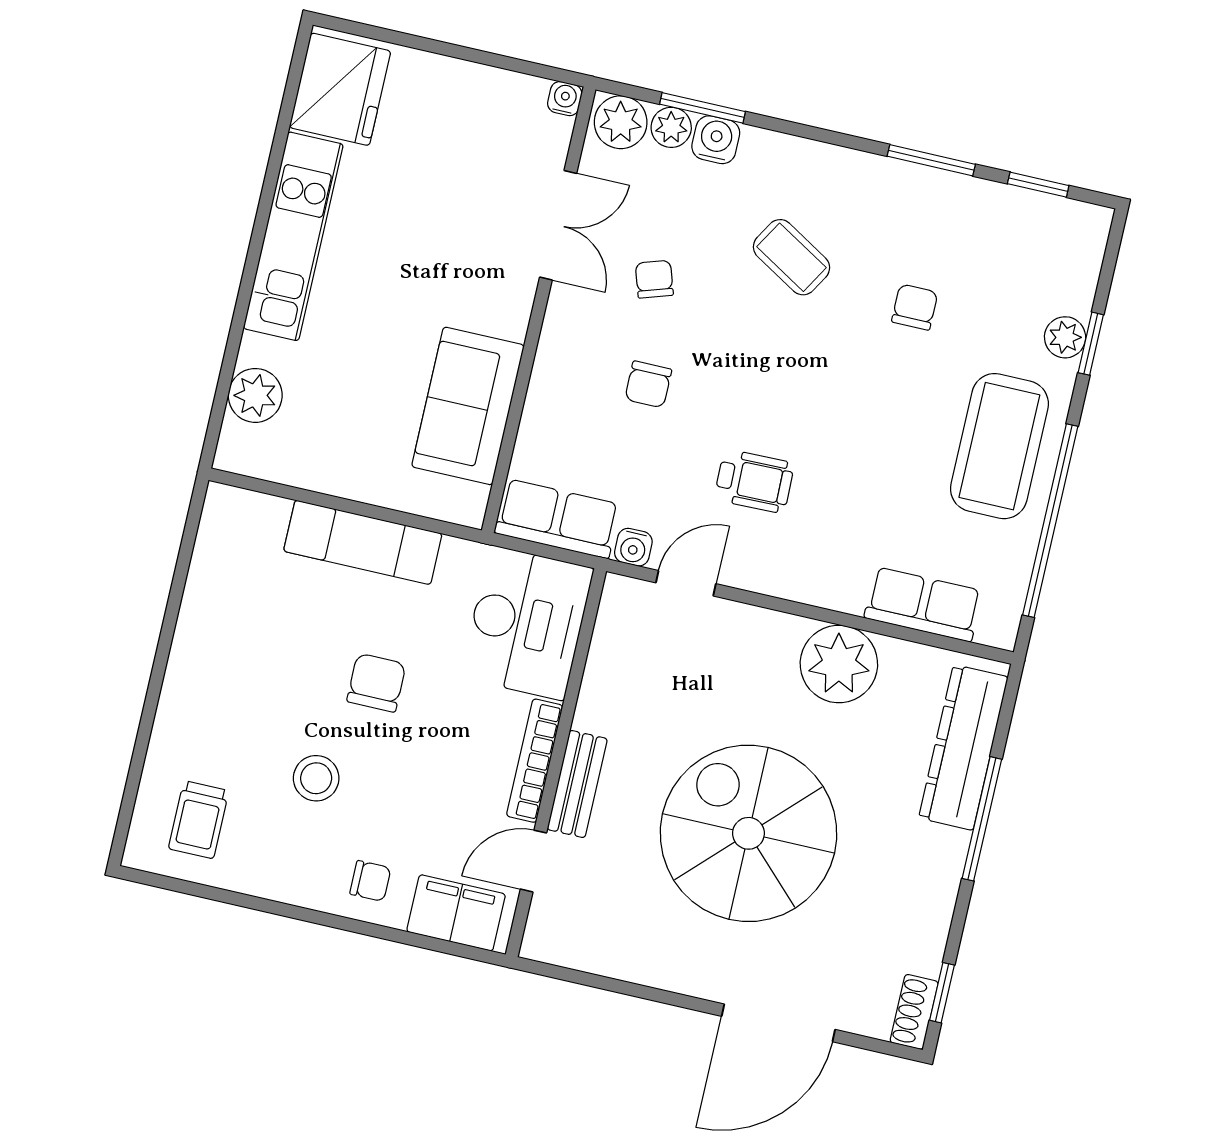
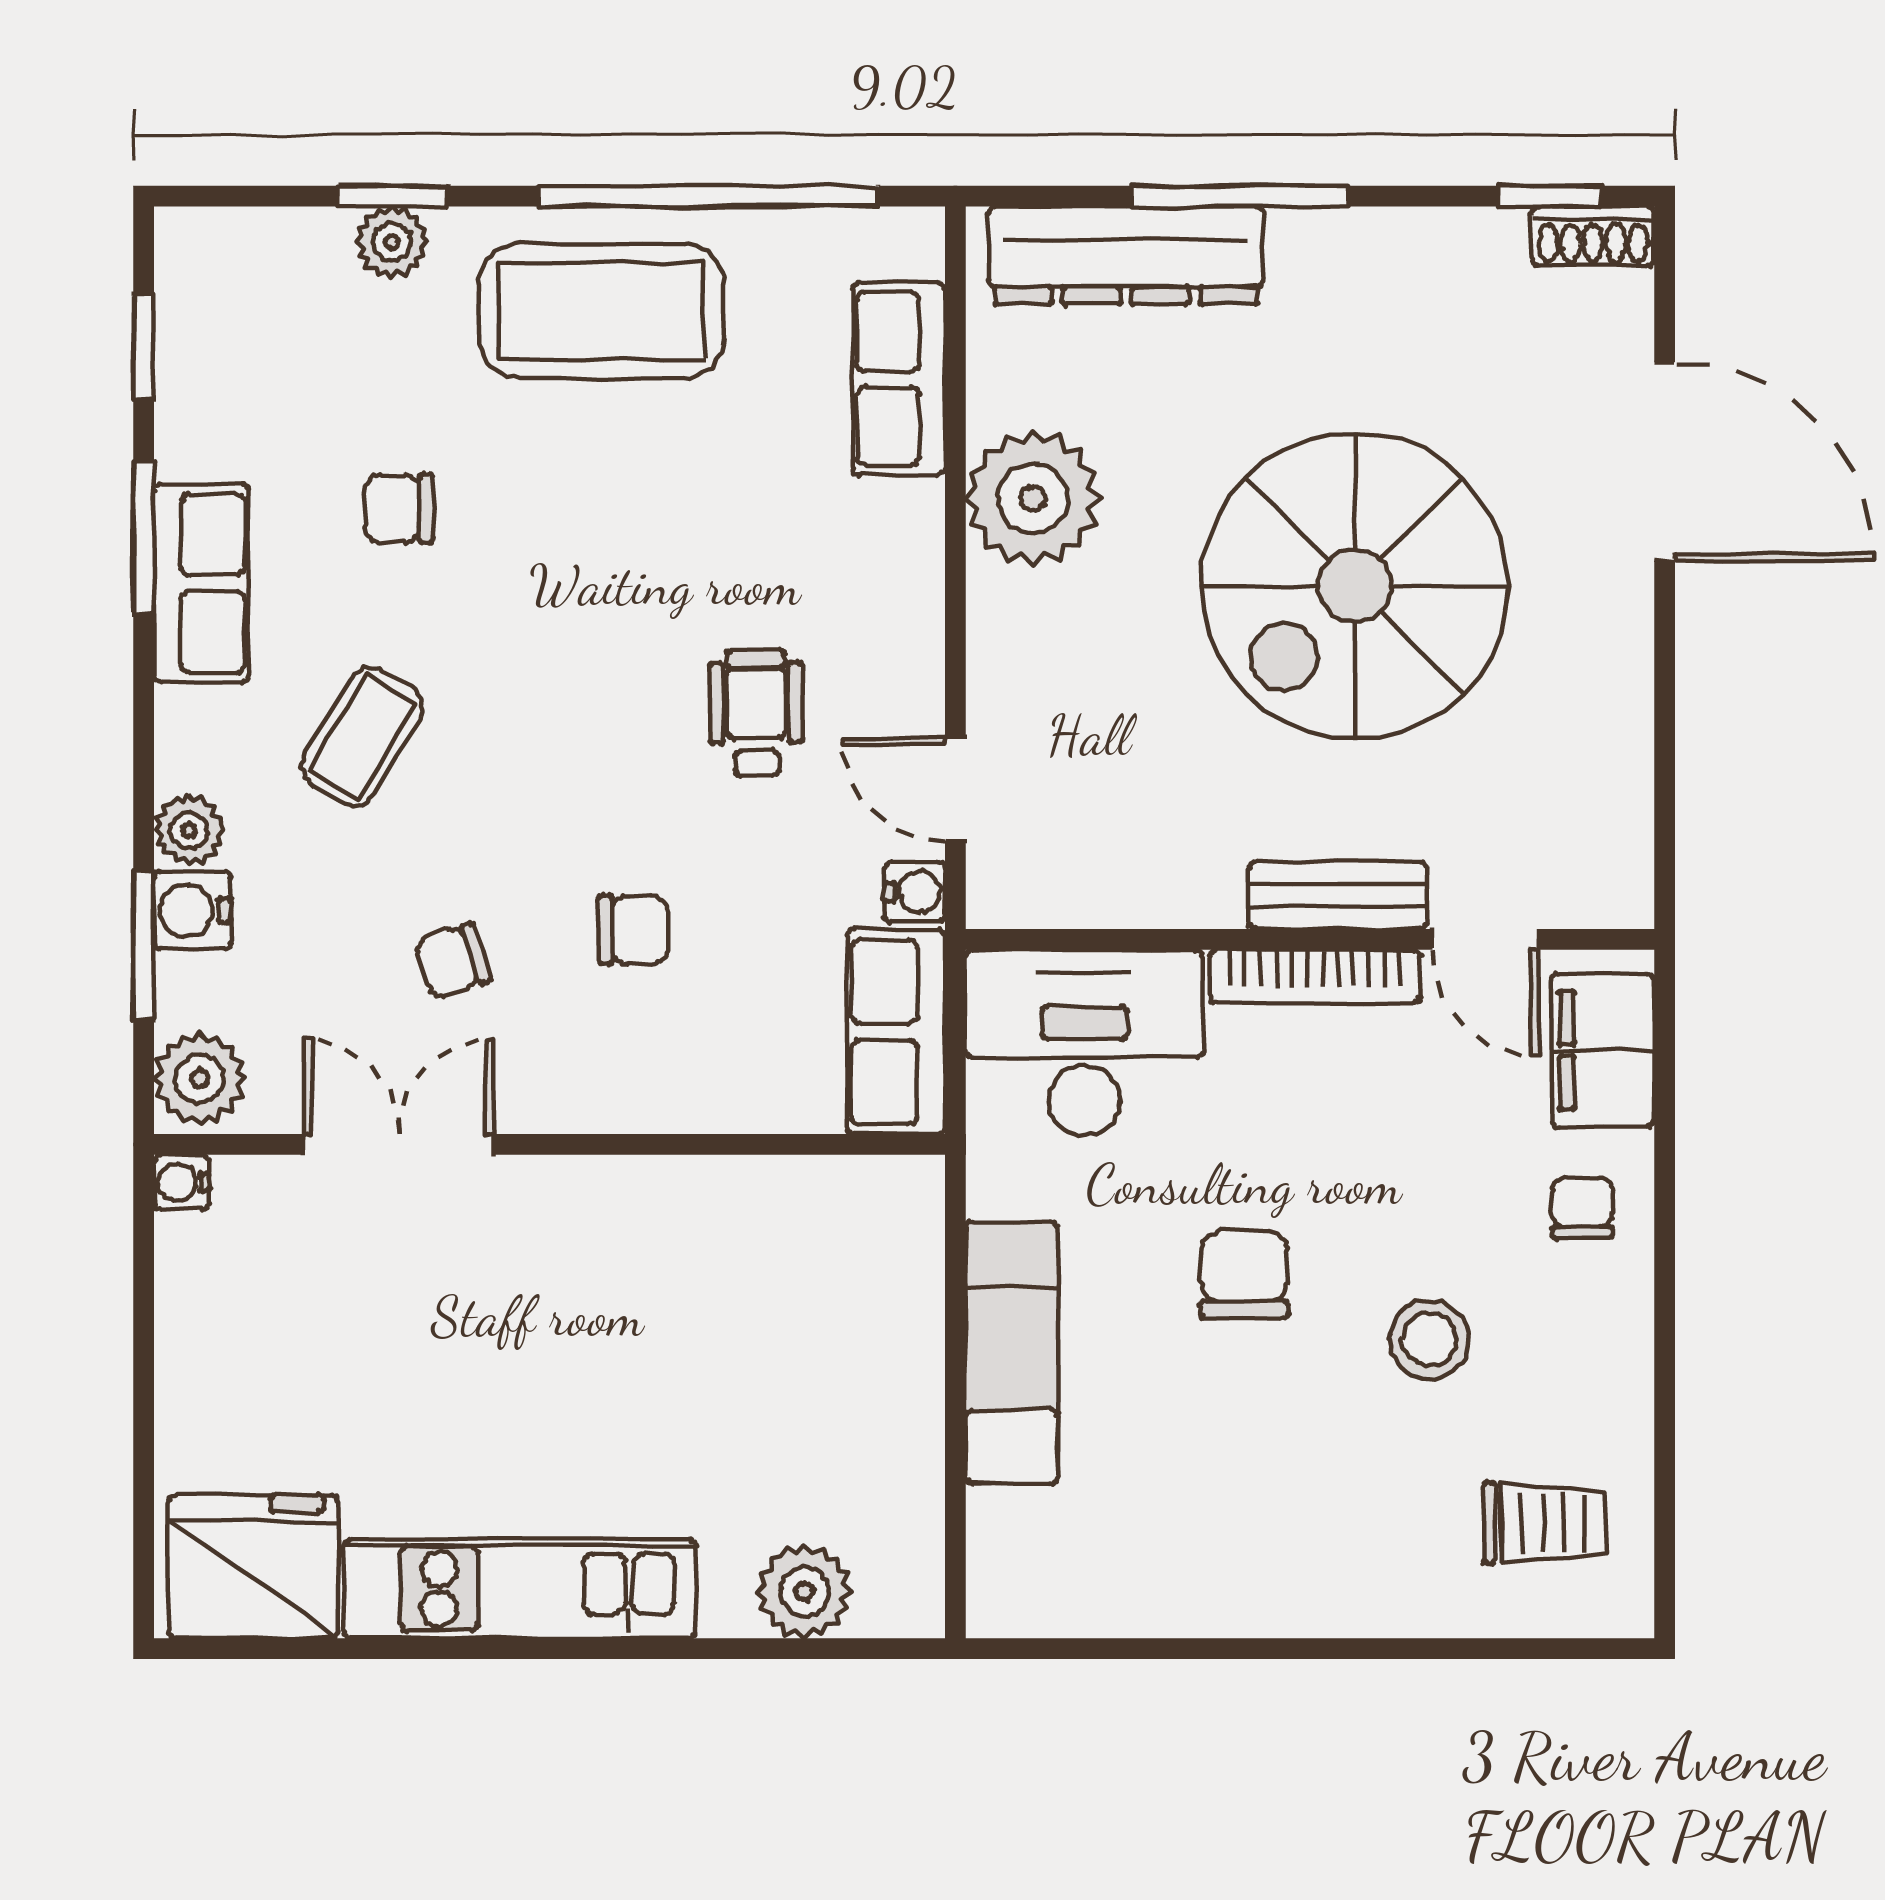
plant: (671, 127) -> (189, 830), moved
row of seats: (898, 187) -> (201, 583), added
sofa: (468, 406) -> (740, 1227), removed
chair: (376, 683) -> (1244, 1275), turned 90

